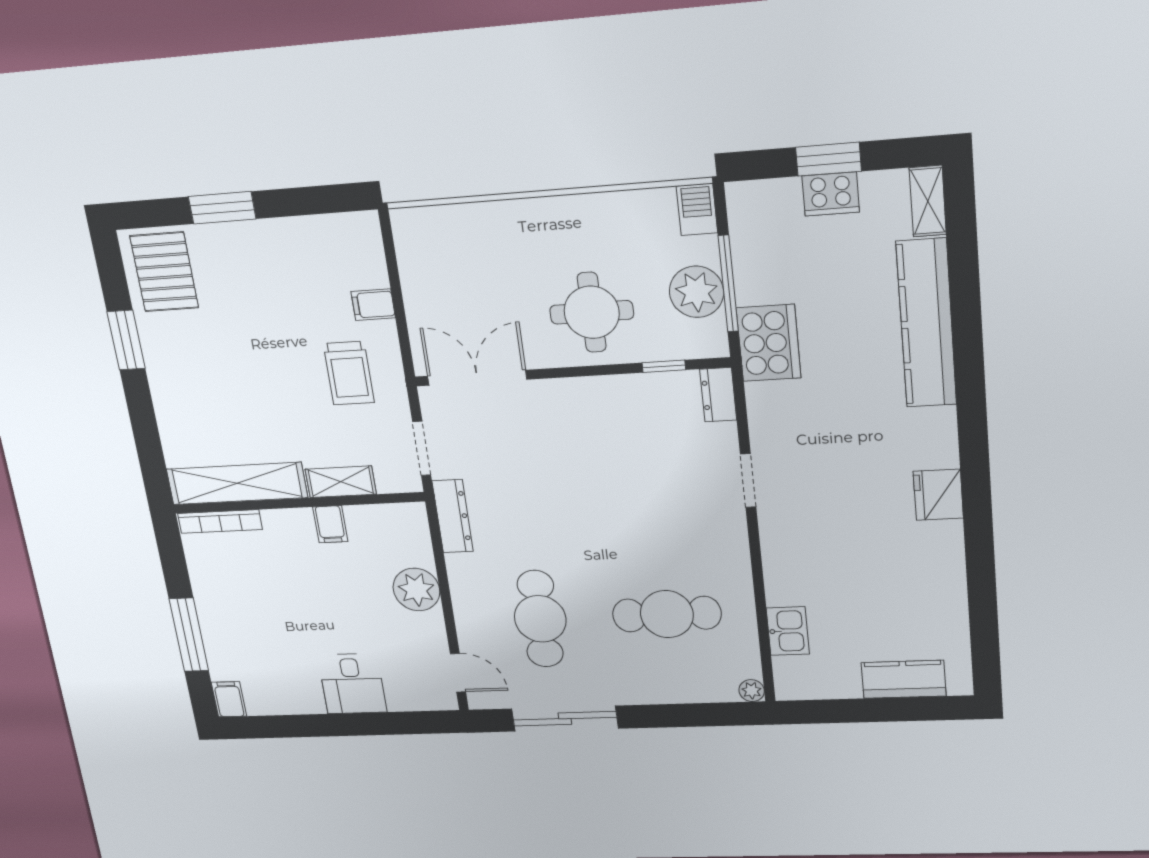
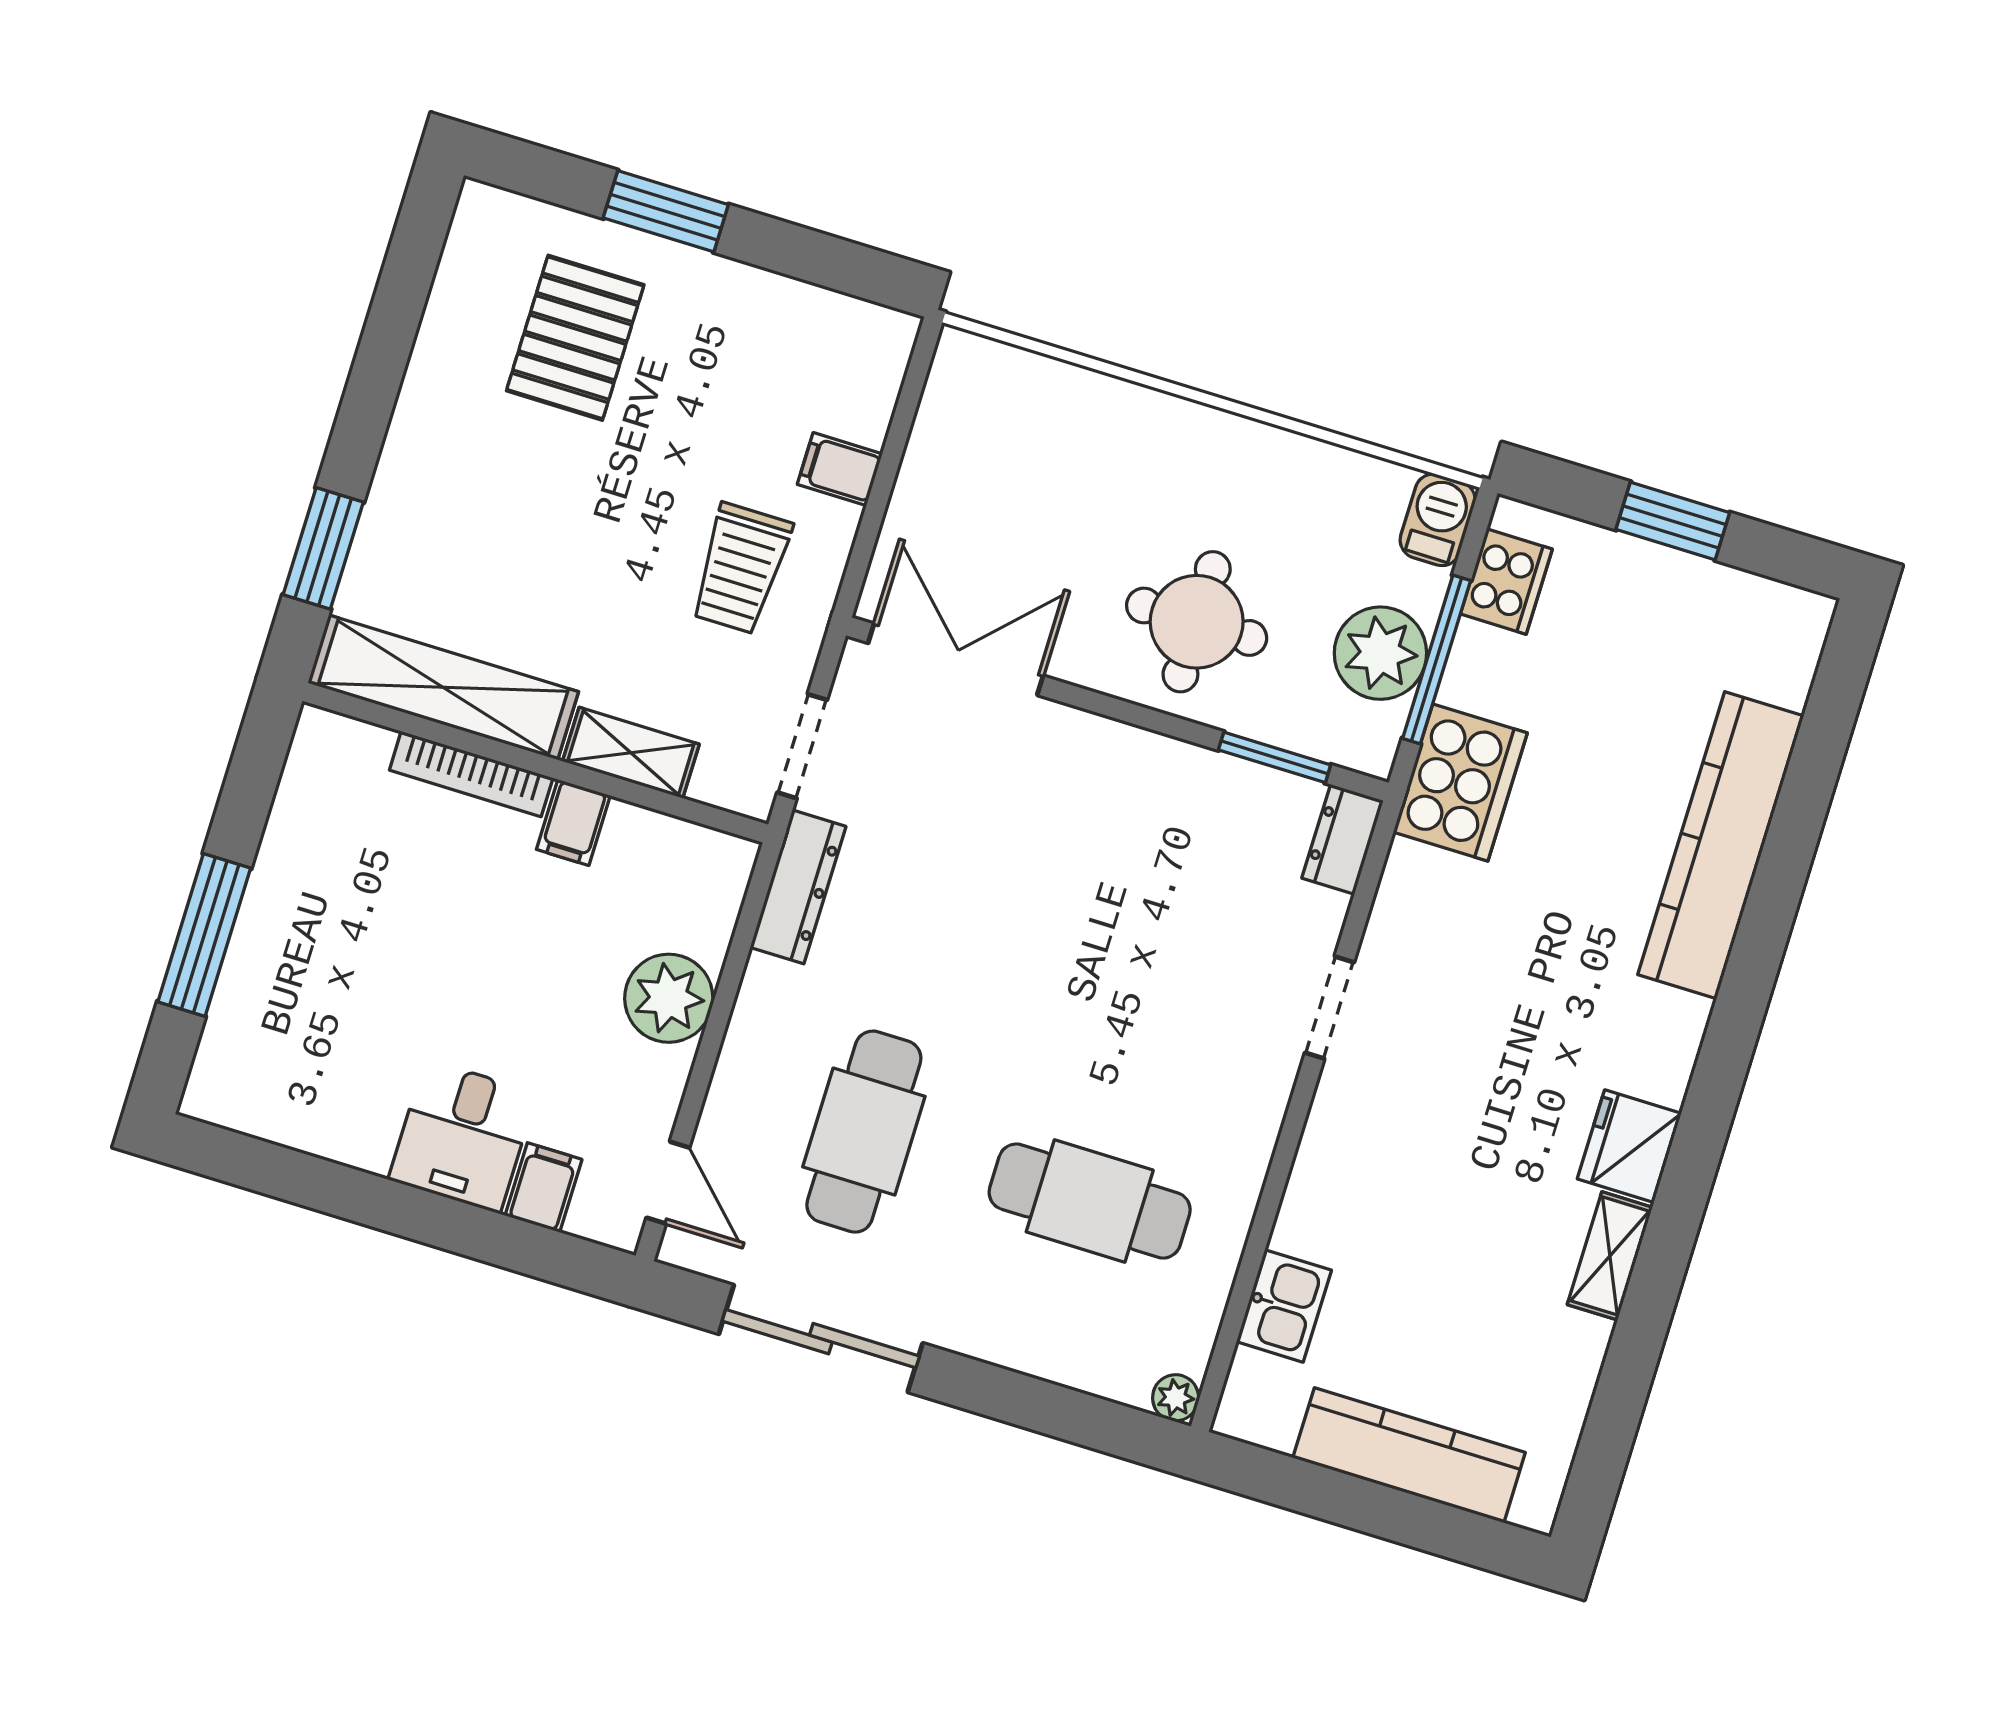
cooker: (831, 194) -> (1506, 581), moved, turned -90
shelving: (928, 201) -> (1610, 1256), moved
pallet: (164, 272) -> (575, 338), moved
window: (126, 340) -> (323, 548), moved
window: (664, 366) -> (1275, 757), width x1.50
bookcase: (220, 521) -> (471, 774), moved
kitchen counter: (904, 679) -> (1409, 1455), width x1.50
filing cabinet: (229, 699) -> (543, 1187), moved

